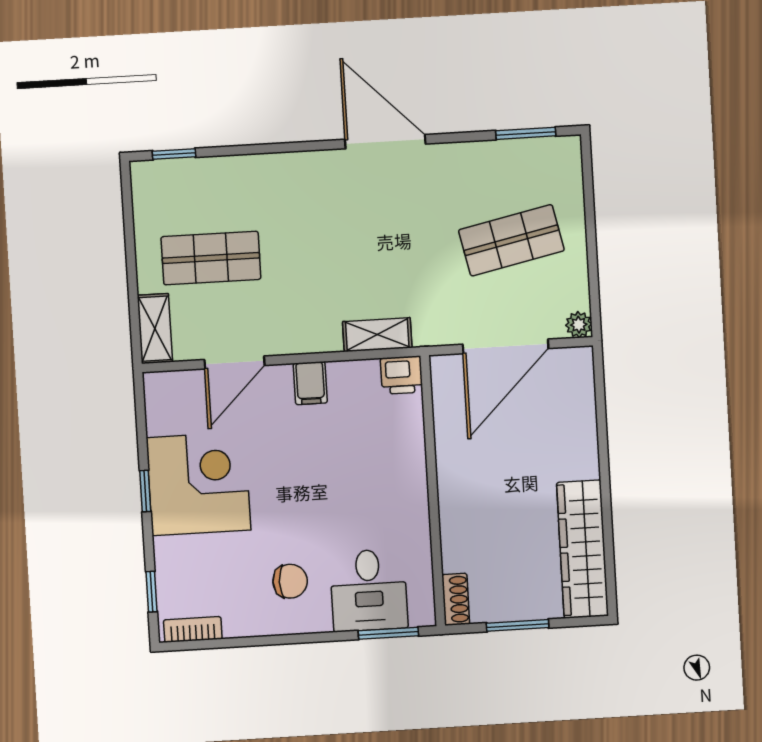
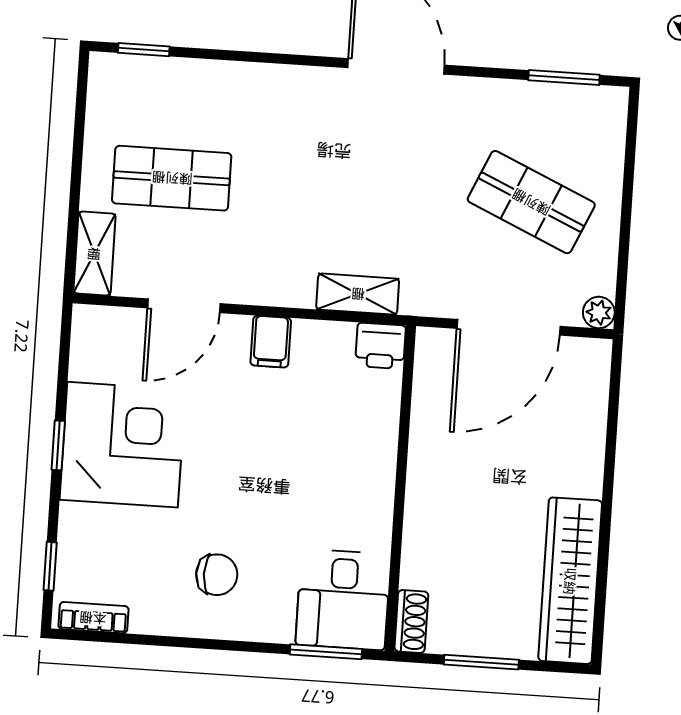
shop shelf: (511, 240) -> (531, 202), turned 36
desk: (369, 590) -> (343, 600), moved

